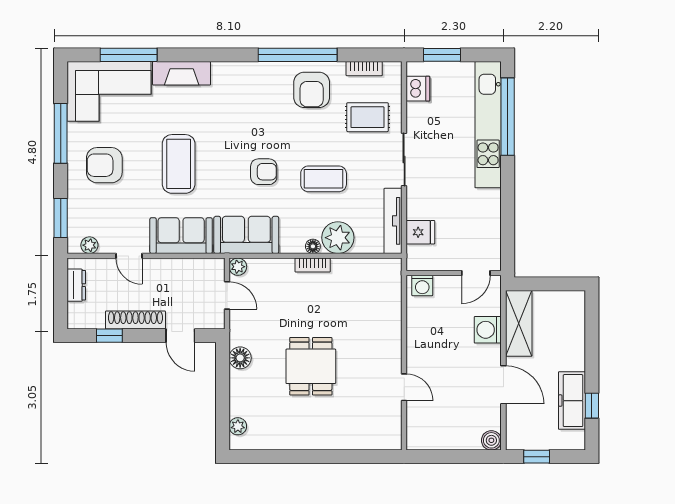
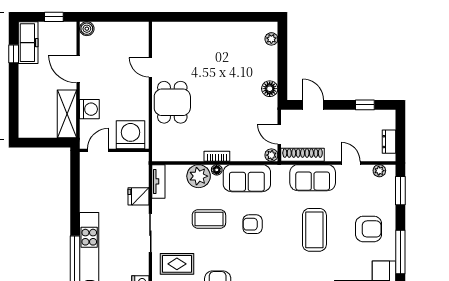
tv unit: (393, 221) -> (158, 181), width x0.71
fridge: (420, 232) -> (139, 196), moved
sofa: (246, 235) -> (247, 178), moved
washing machine: (422, 286) -> (130, 135), width x1.89, depth x1.89
shoe rack: (135, 320) -> (303, 155), moved, turned 180
dining table: (311, 366) -> (172, 102), moved
freezer: (572, 401) -> (28, 43), moved

